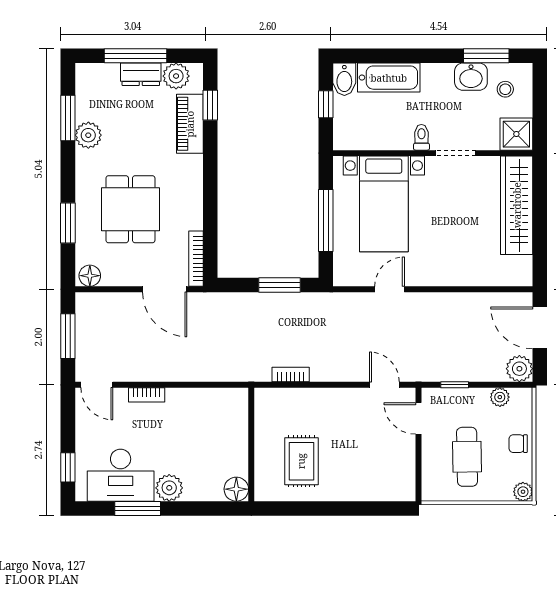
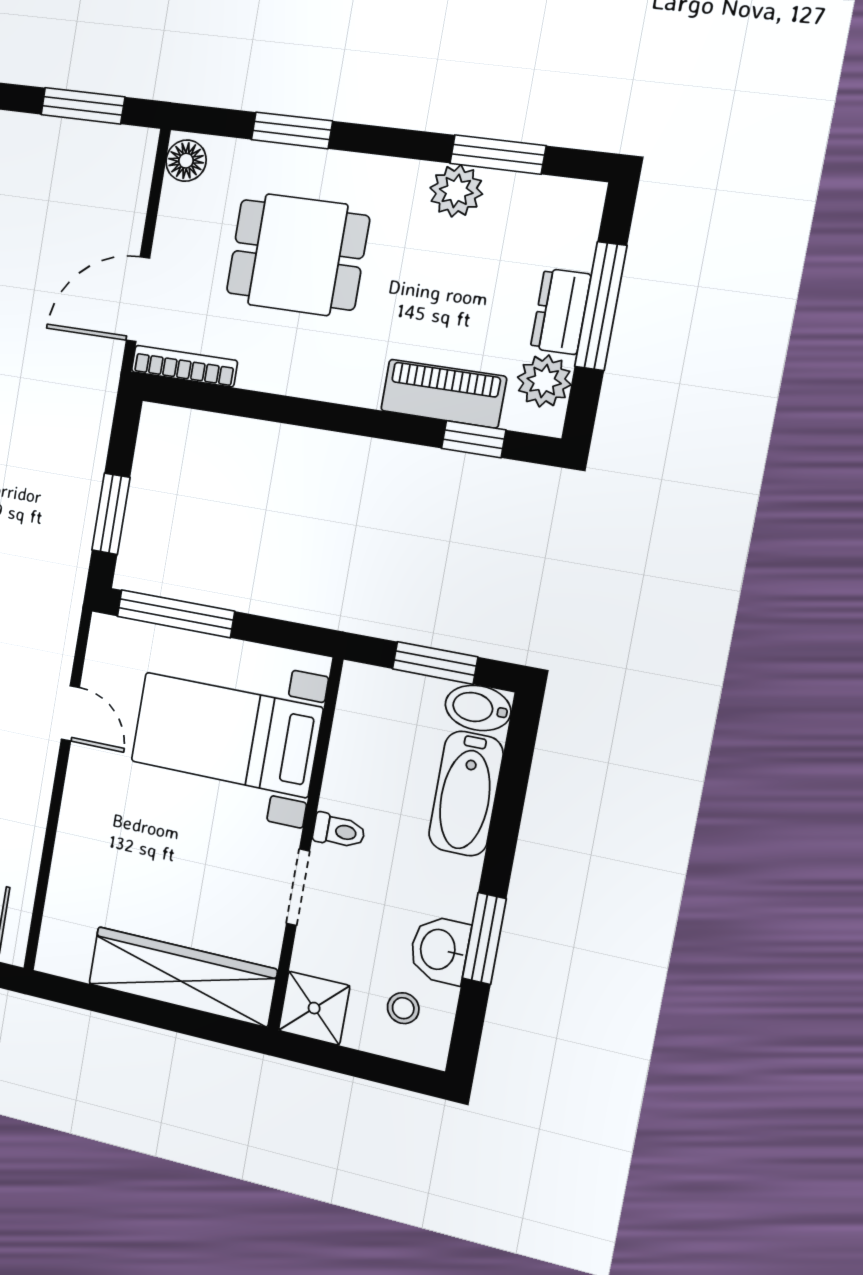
window: (486, 56) -> (484, 939), moved
window: (326, 104) -> (435, 663), width x1.50
window: (326, 221) -> (176, 614), moved

